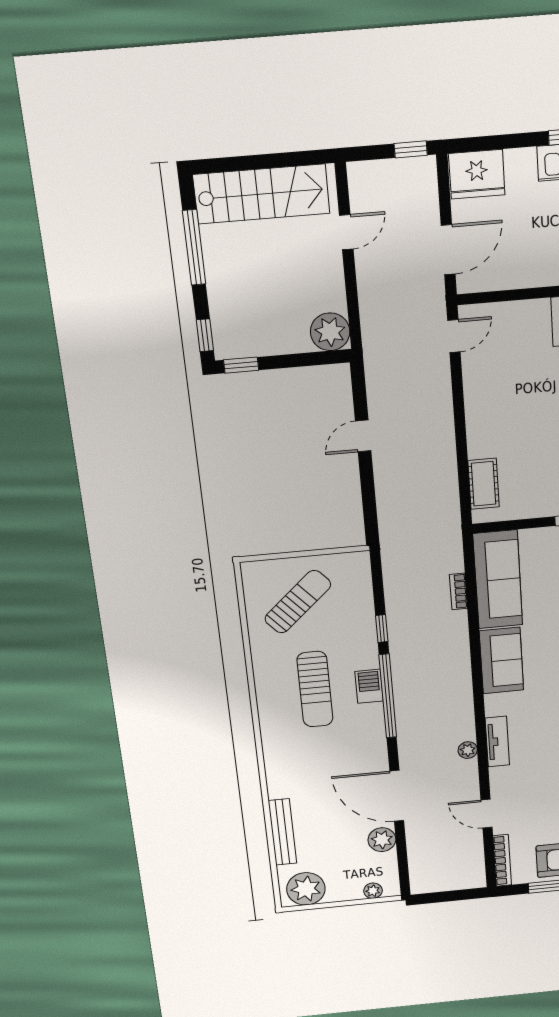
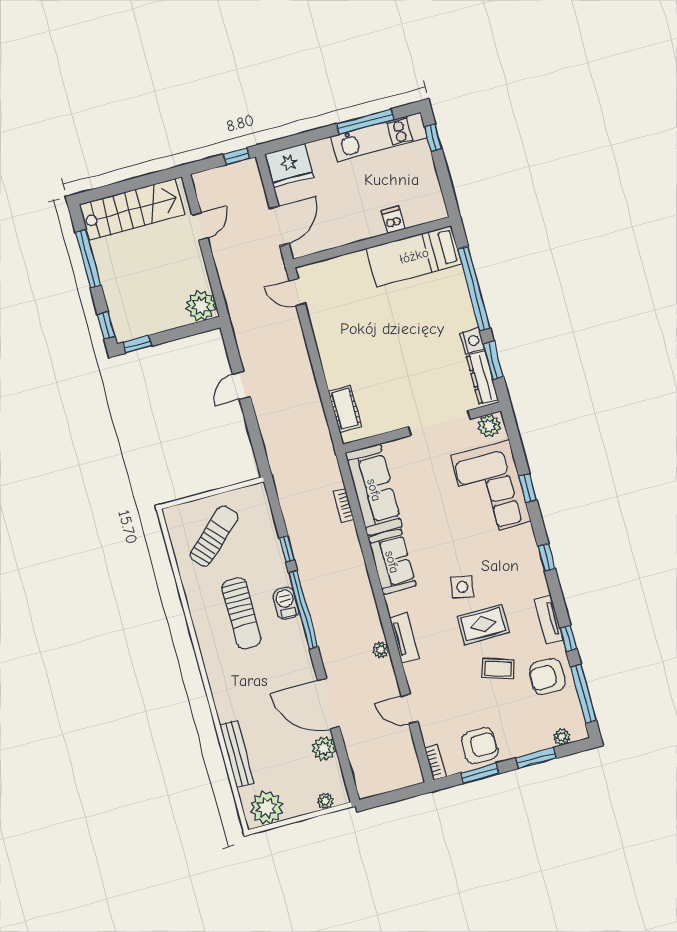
door: (454, 336) -> (297, 292), swing flipped
bookcase: (502, 860) -> (435, 762), width x0.64

